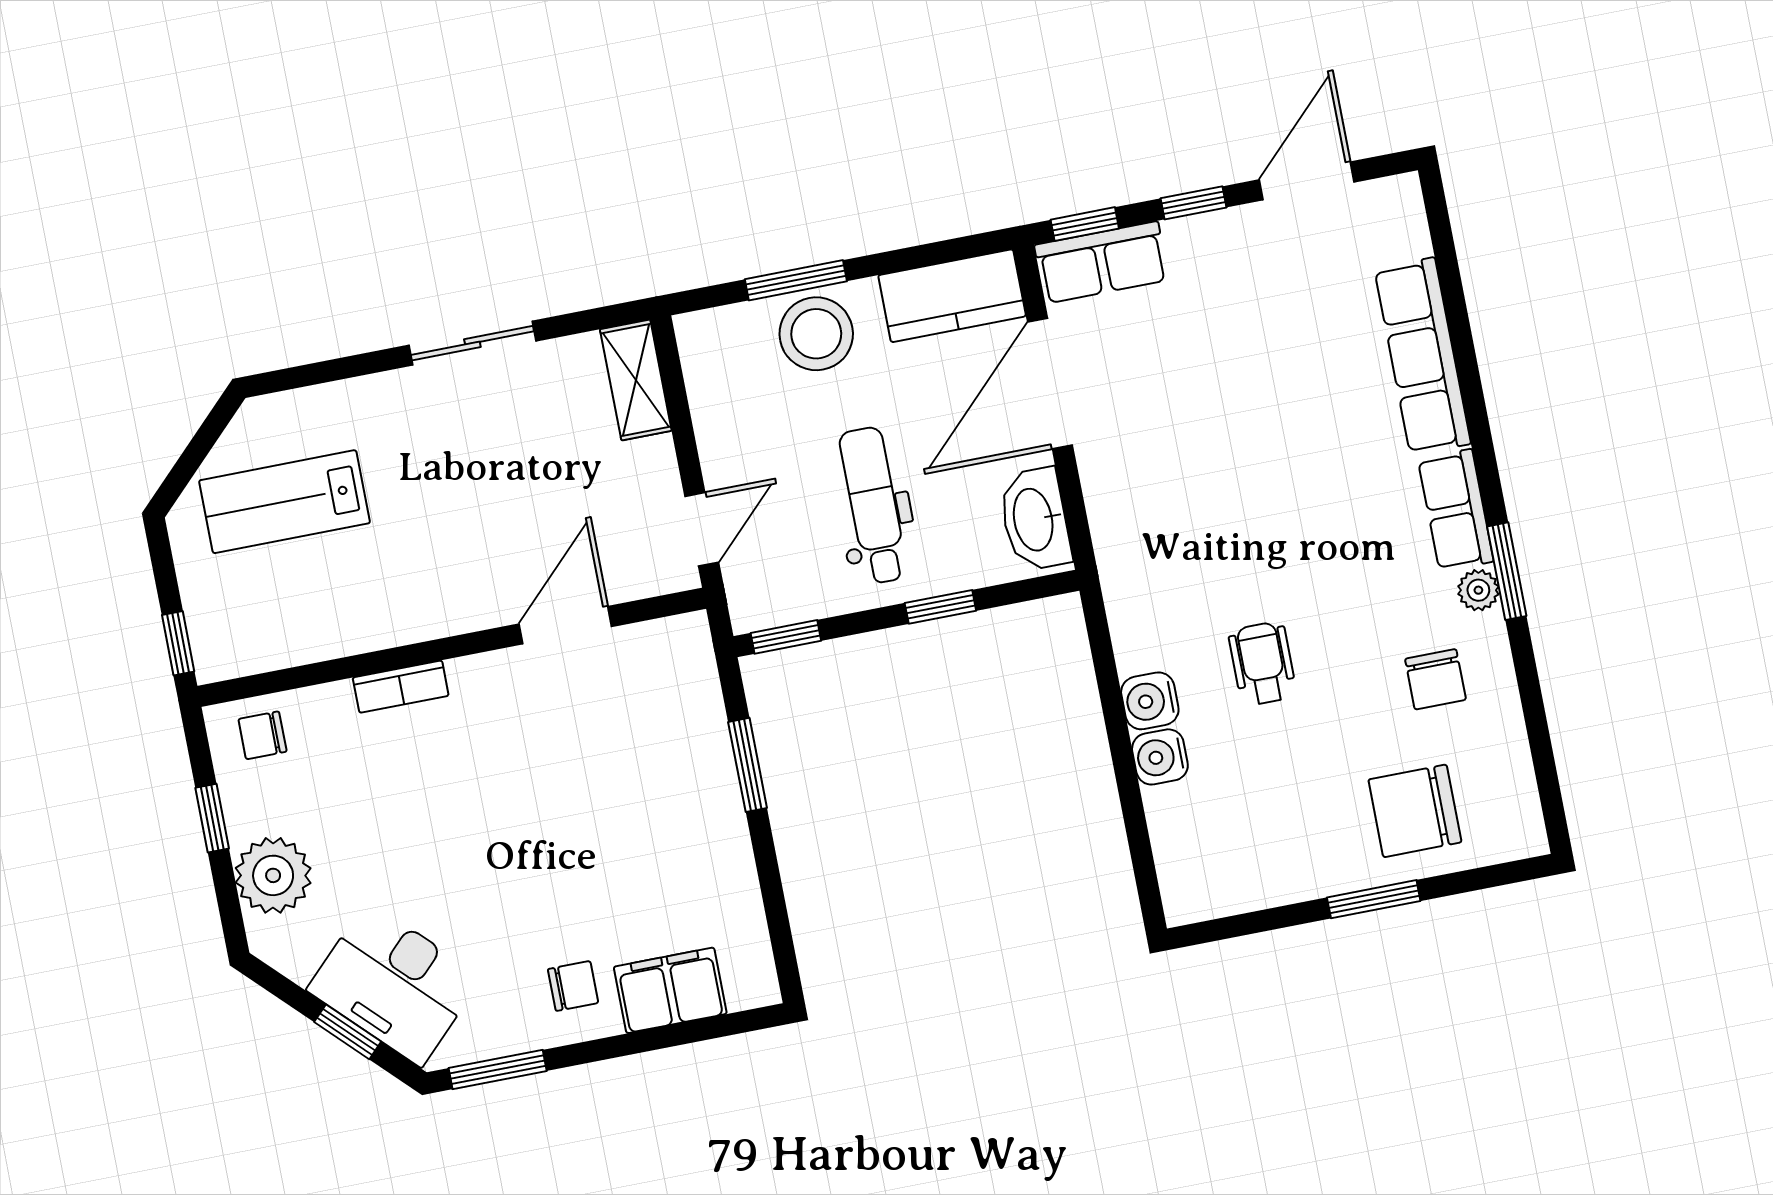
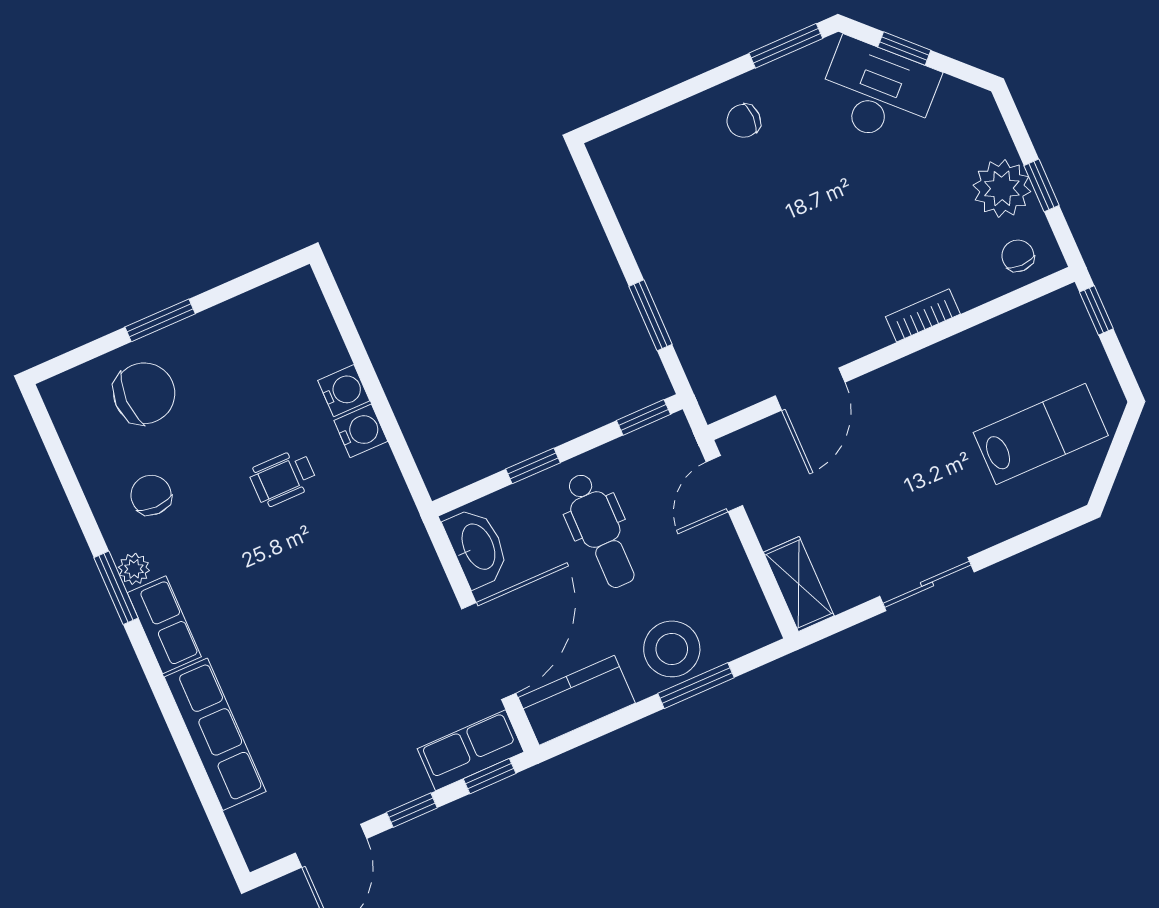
wheelchair: (1262, 663) -> (283, 478), turned 90
chair: (262, 735) -> (1018, 256), turned -90
plant: (273, 875) -> (1002, 188), moved
filing cabinet: (670, 990) -> (670, 134), removed

